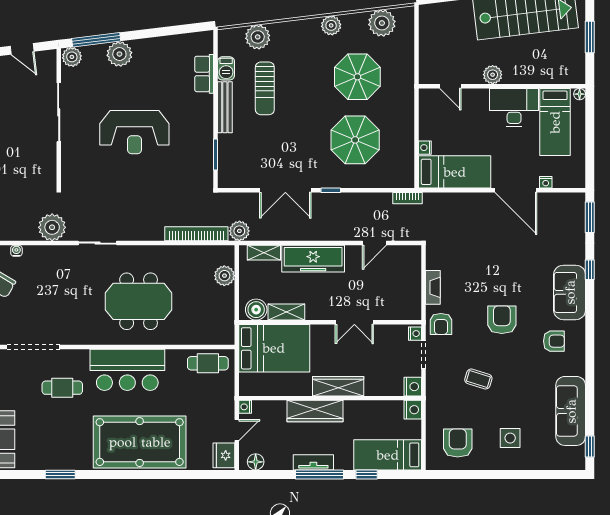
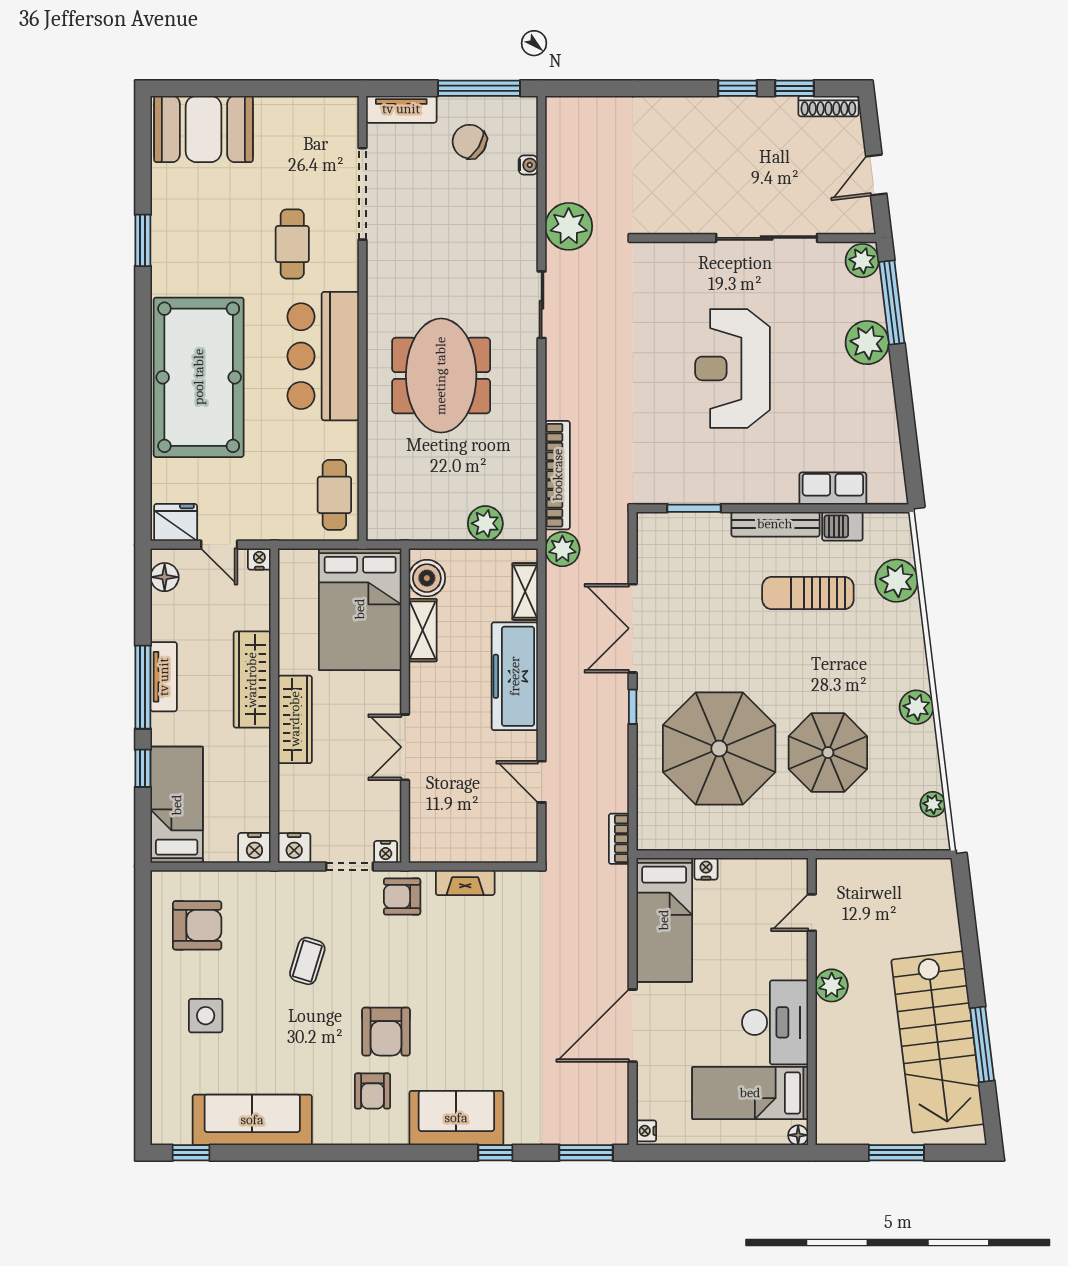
plant: (382, 23) -> (933, 804), width x0.53, depth x0.53
parasol: (355, 140) -> (719, 749), width x1.36, depth x1.36
nightstand: (546, 182) -> (646, 1131), moved
armchair: (502, 320) -> (386, 1032), moved, turned 90

